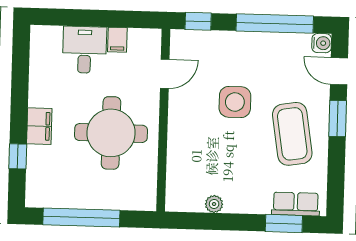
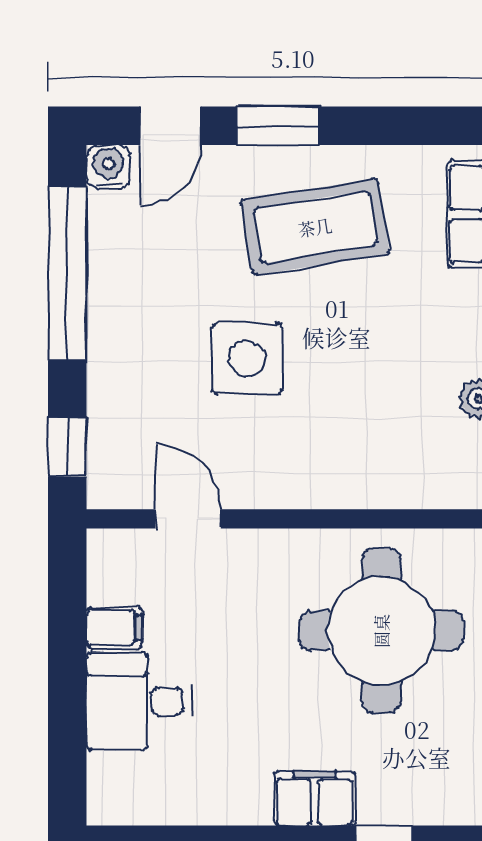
round table: (111, 133) -> (381, 631), moved

